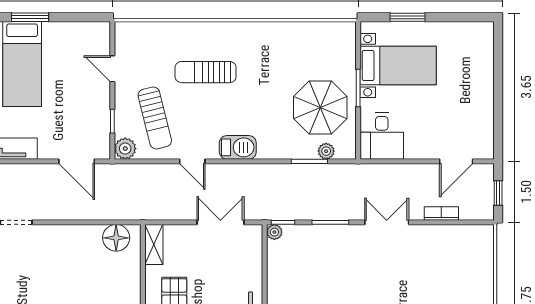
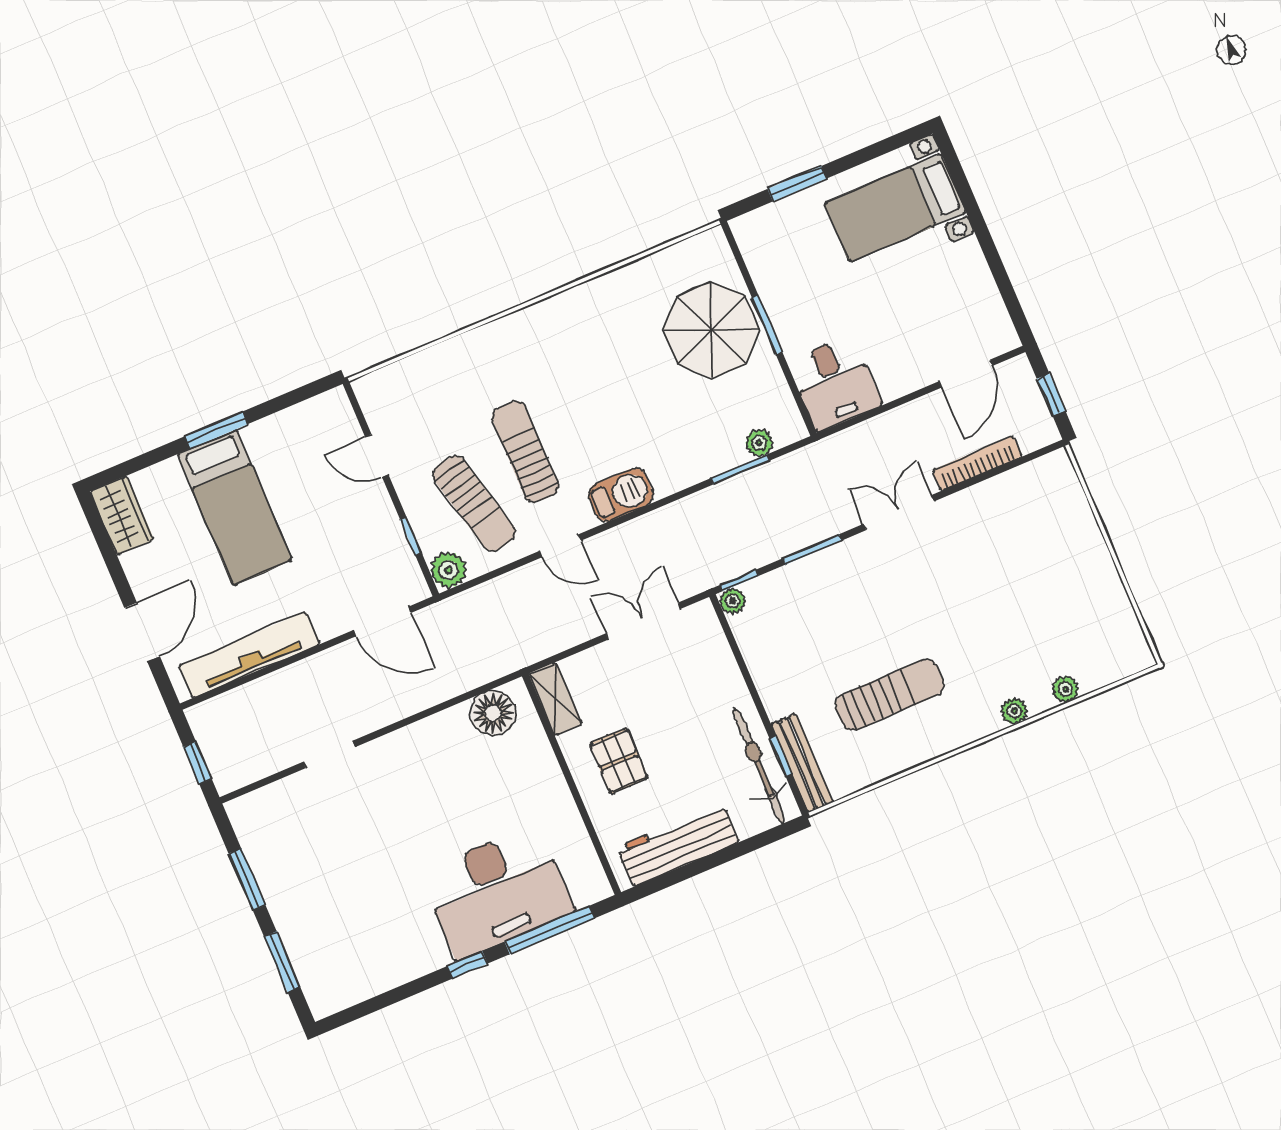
bed with nightstands: (398, 66) -> (895, 208), moved, turned 180
sun lounger: (206, 72) -> (525, 452), moved, turned 90
parasol: (320, 107) -> (712, 330), moved
bookcase: (441, 213) -> (977, 463), width x1.56

